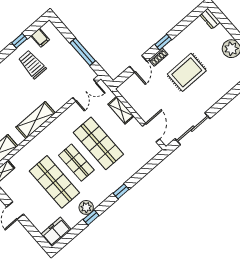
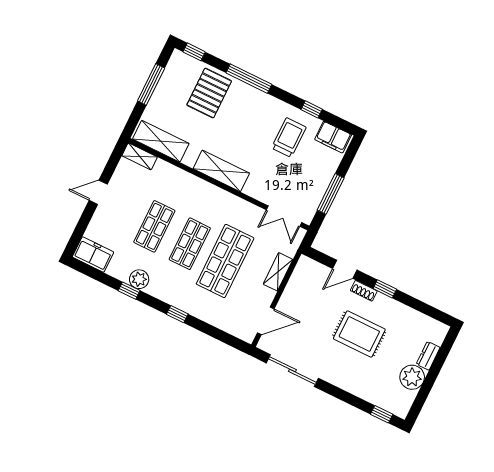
dresser: (210, 19) -> (428, 356), moved
filing cabinet: (40, 38) -> (333, 137), width x2.00
shop shelf: (54, 182) -> (154, 226), width x0.70, depth x0.74

